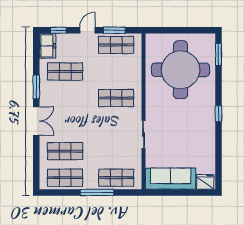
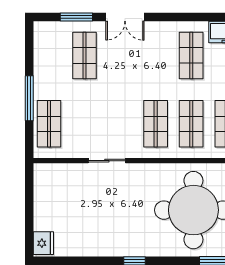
window: (36, 87) -> (76, 17), moved
shop shelf: (65, 178) -> (191, 124), moved
sofa: (171, 179) -> (48, 197), removed

